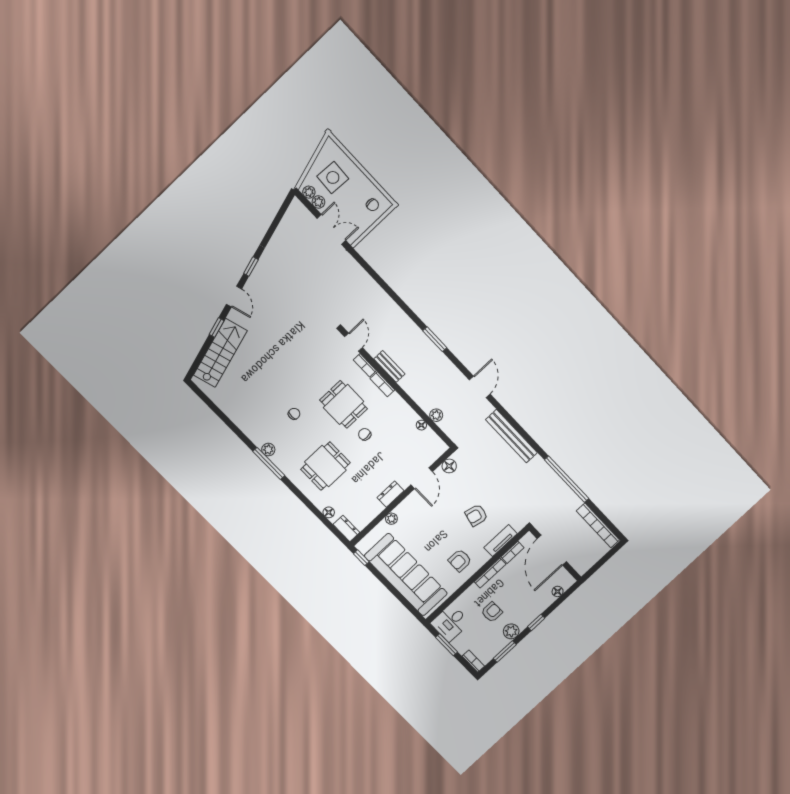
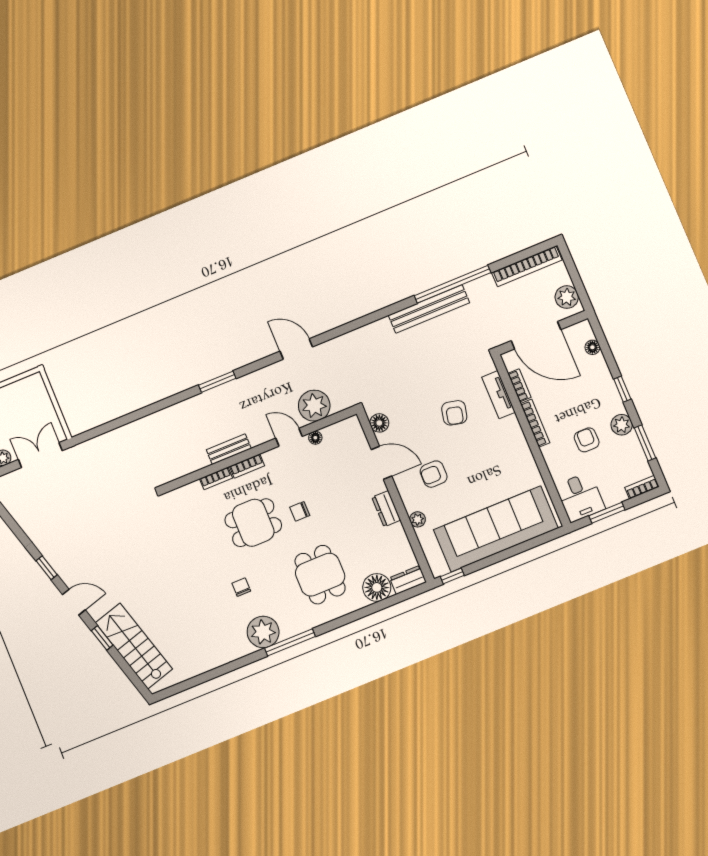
chair: (372, 205) -> (31, 395), removed
door: (353, 342) -> (289, 437), moved
plant: (436, 415) -> (314, 406), width x1.88, depth x1.88
bench: (512, 436) -> (429, 309), moved
plant: (268, 450) -> (263, 632), width x1.88, depth x1.88
floor lamp: (329, 512) -> (377, 587), width x1.89, depth x1.89
armchair: (460, 560) -> (434, 474), moved, turned 90
plant: (586, 561) -> (567, 297), added

